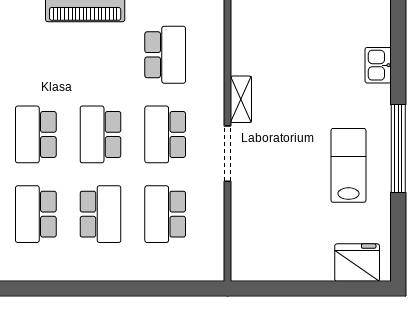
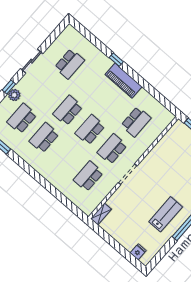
shelving: (241, 99) -> (101, 214), moved
school desk: (101, 214) -> (66, 157), removed
fridge: (357, 263) -> (138, 252), width x0.53, depth x0.75

